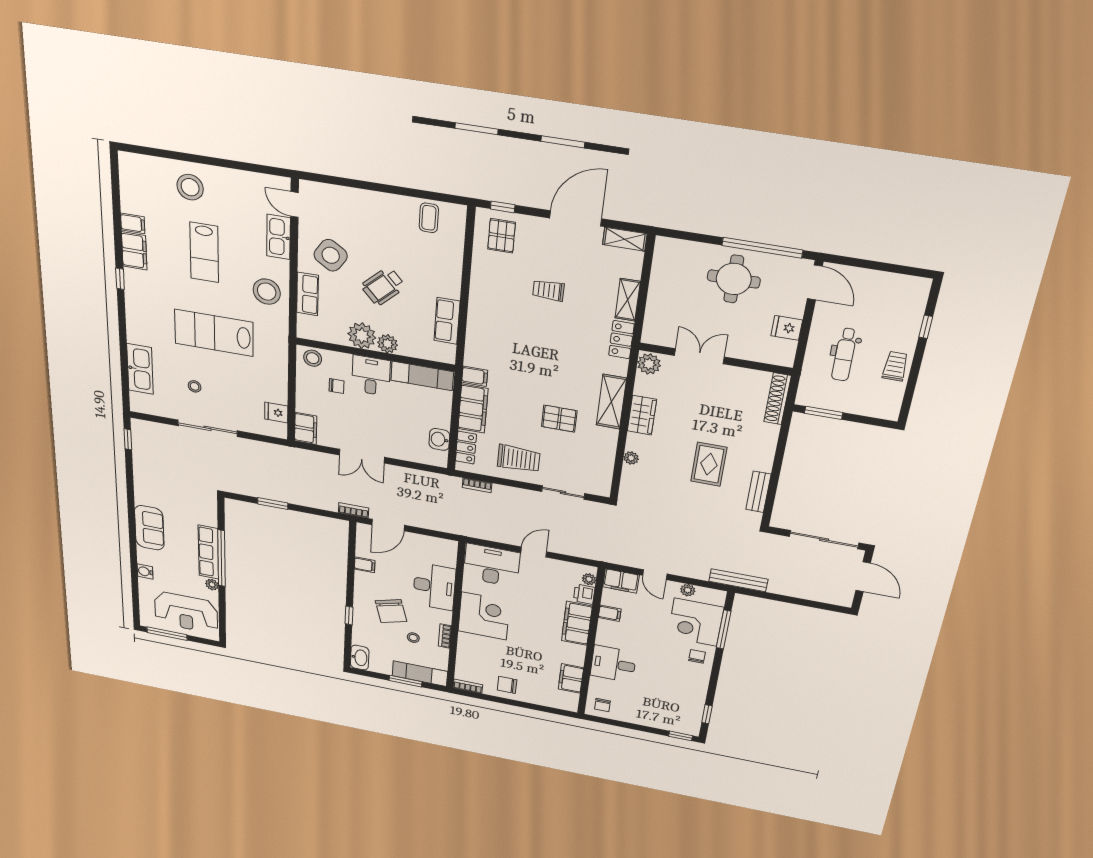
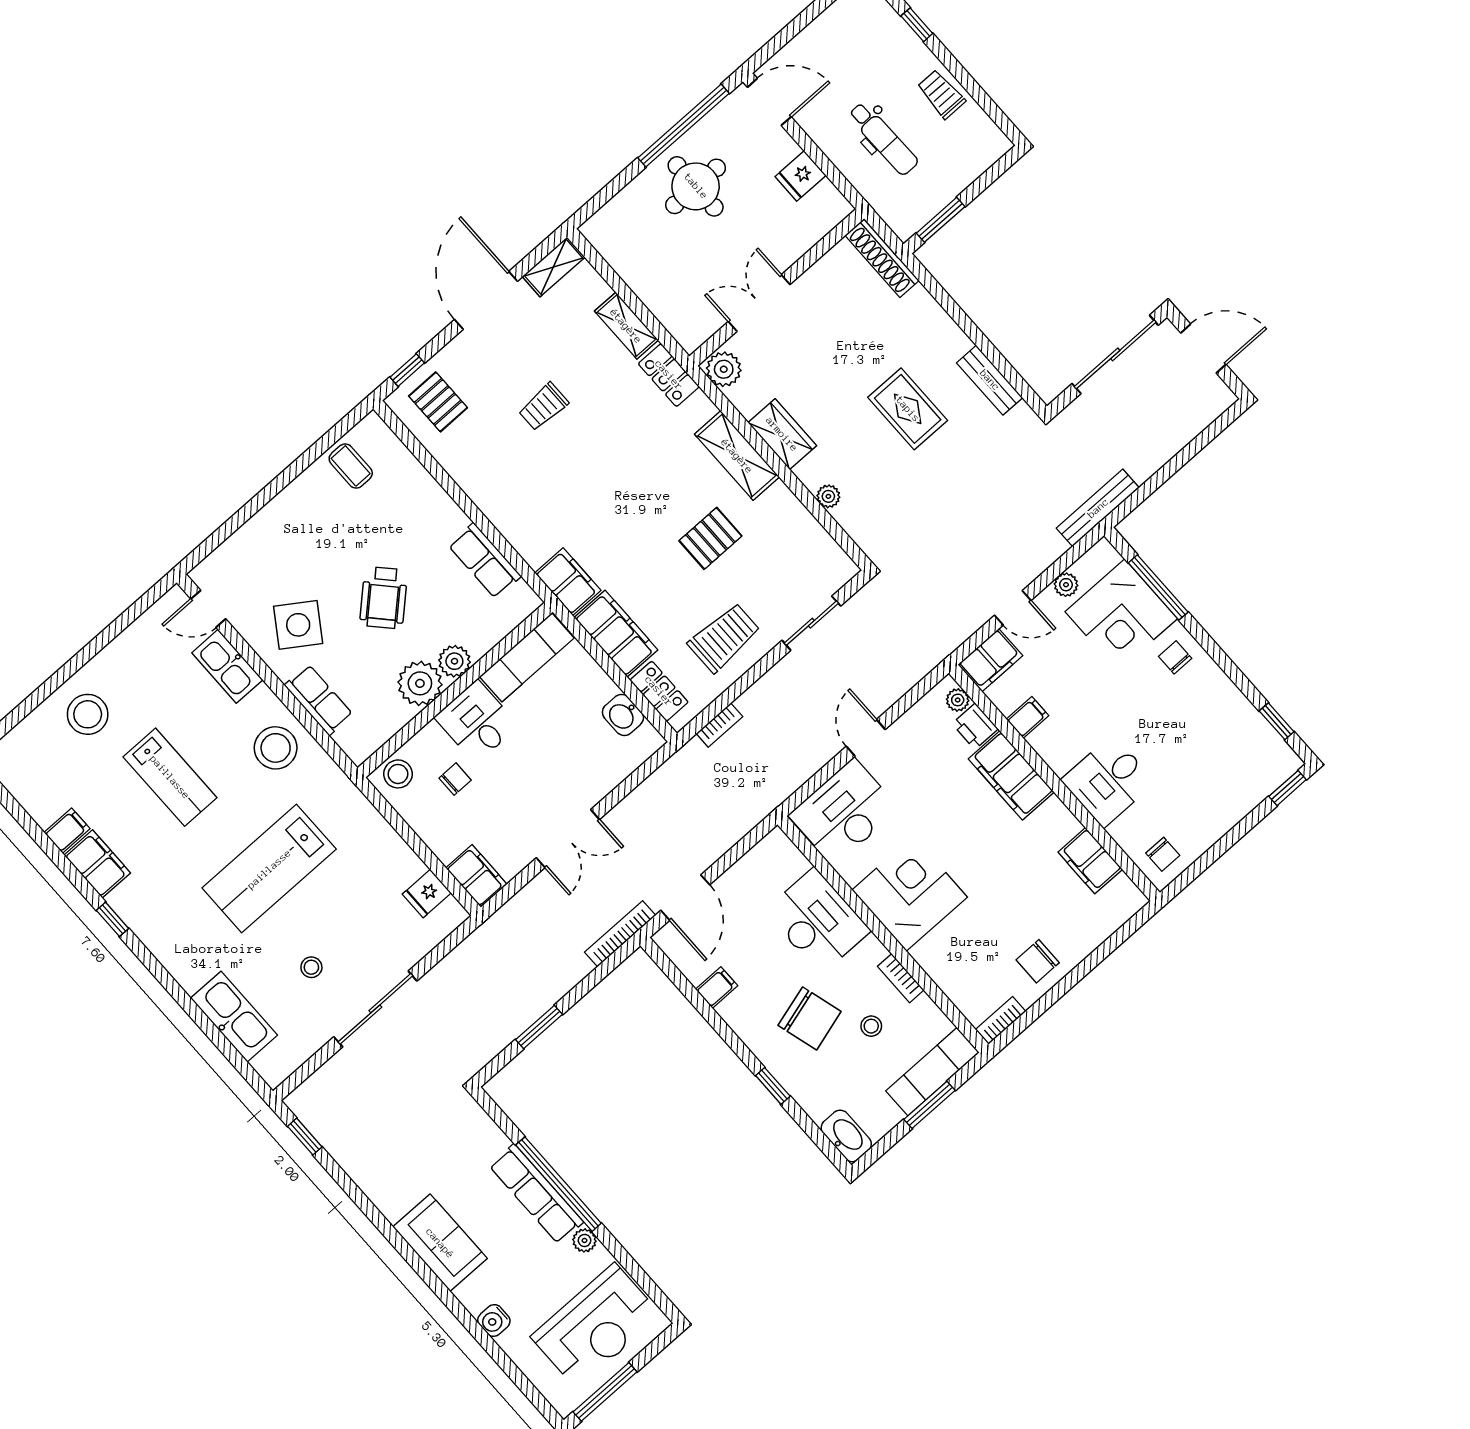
filing cabinet: (475, 376) -> (568, 582), width x2.00
bookcase: (354, 510) -> (620, 934), width x1.56

